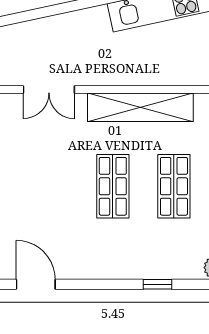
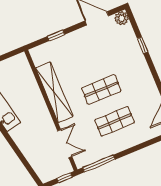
shop shelf: (174, 186) -> (115, 121), moved

